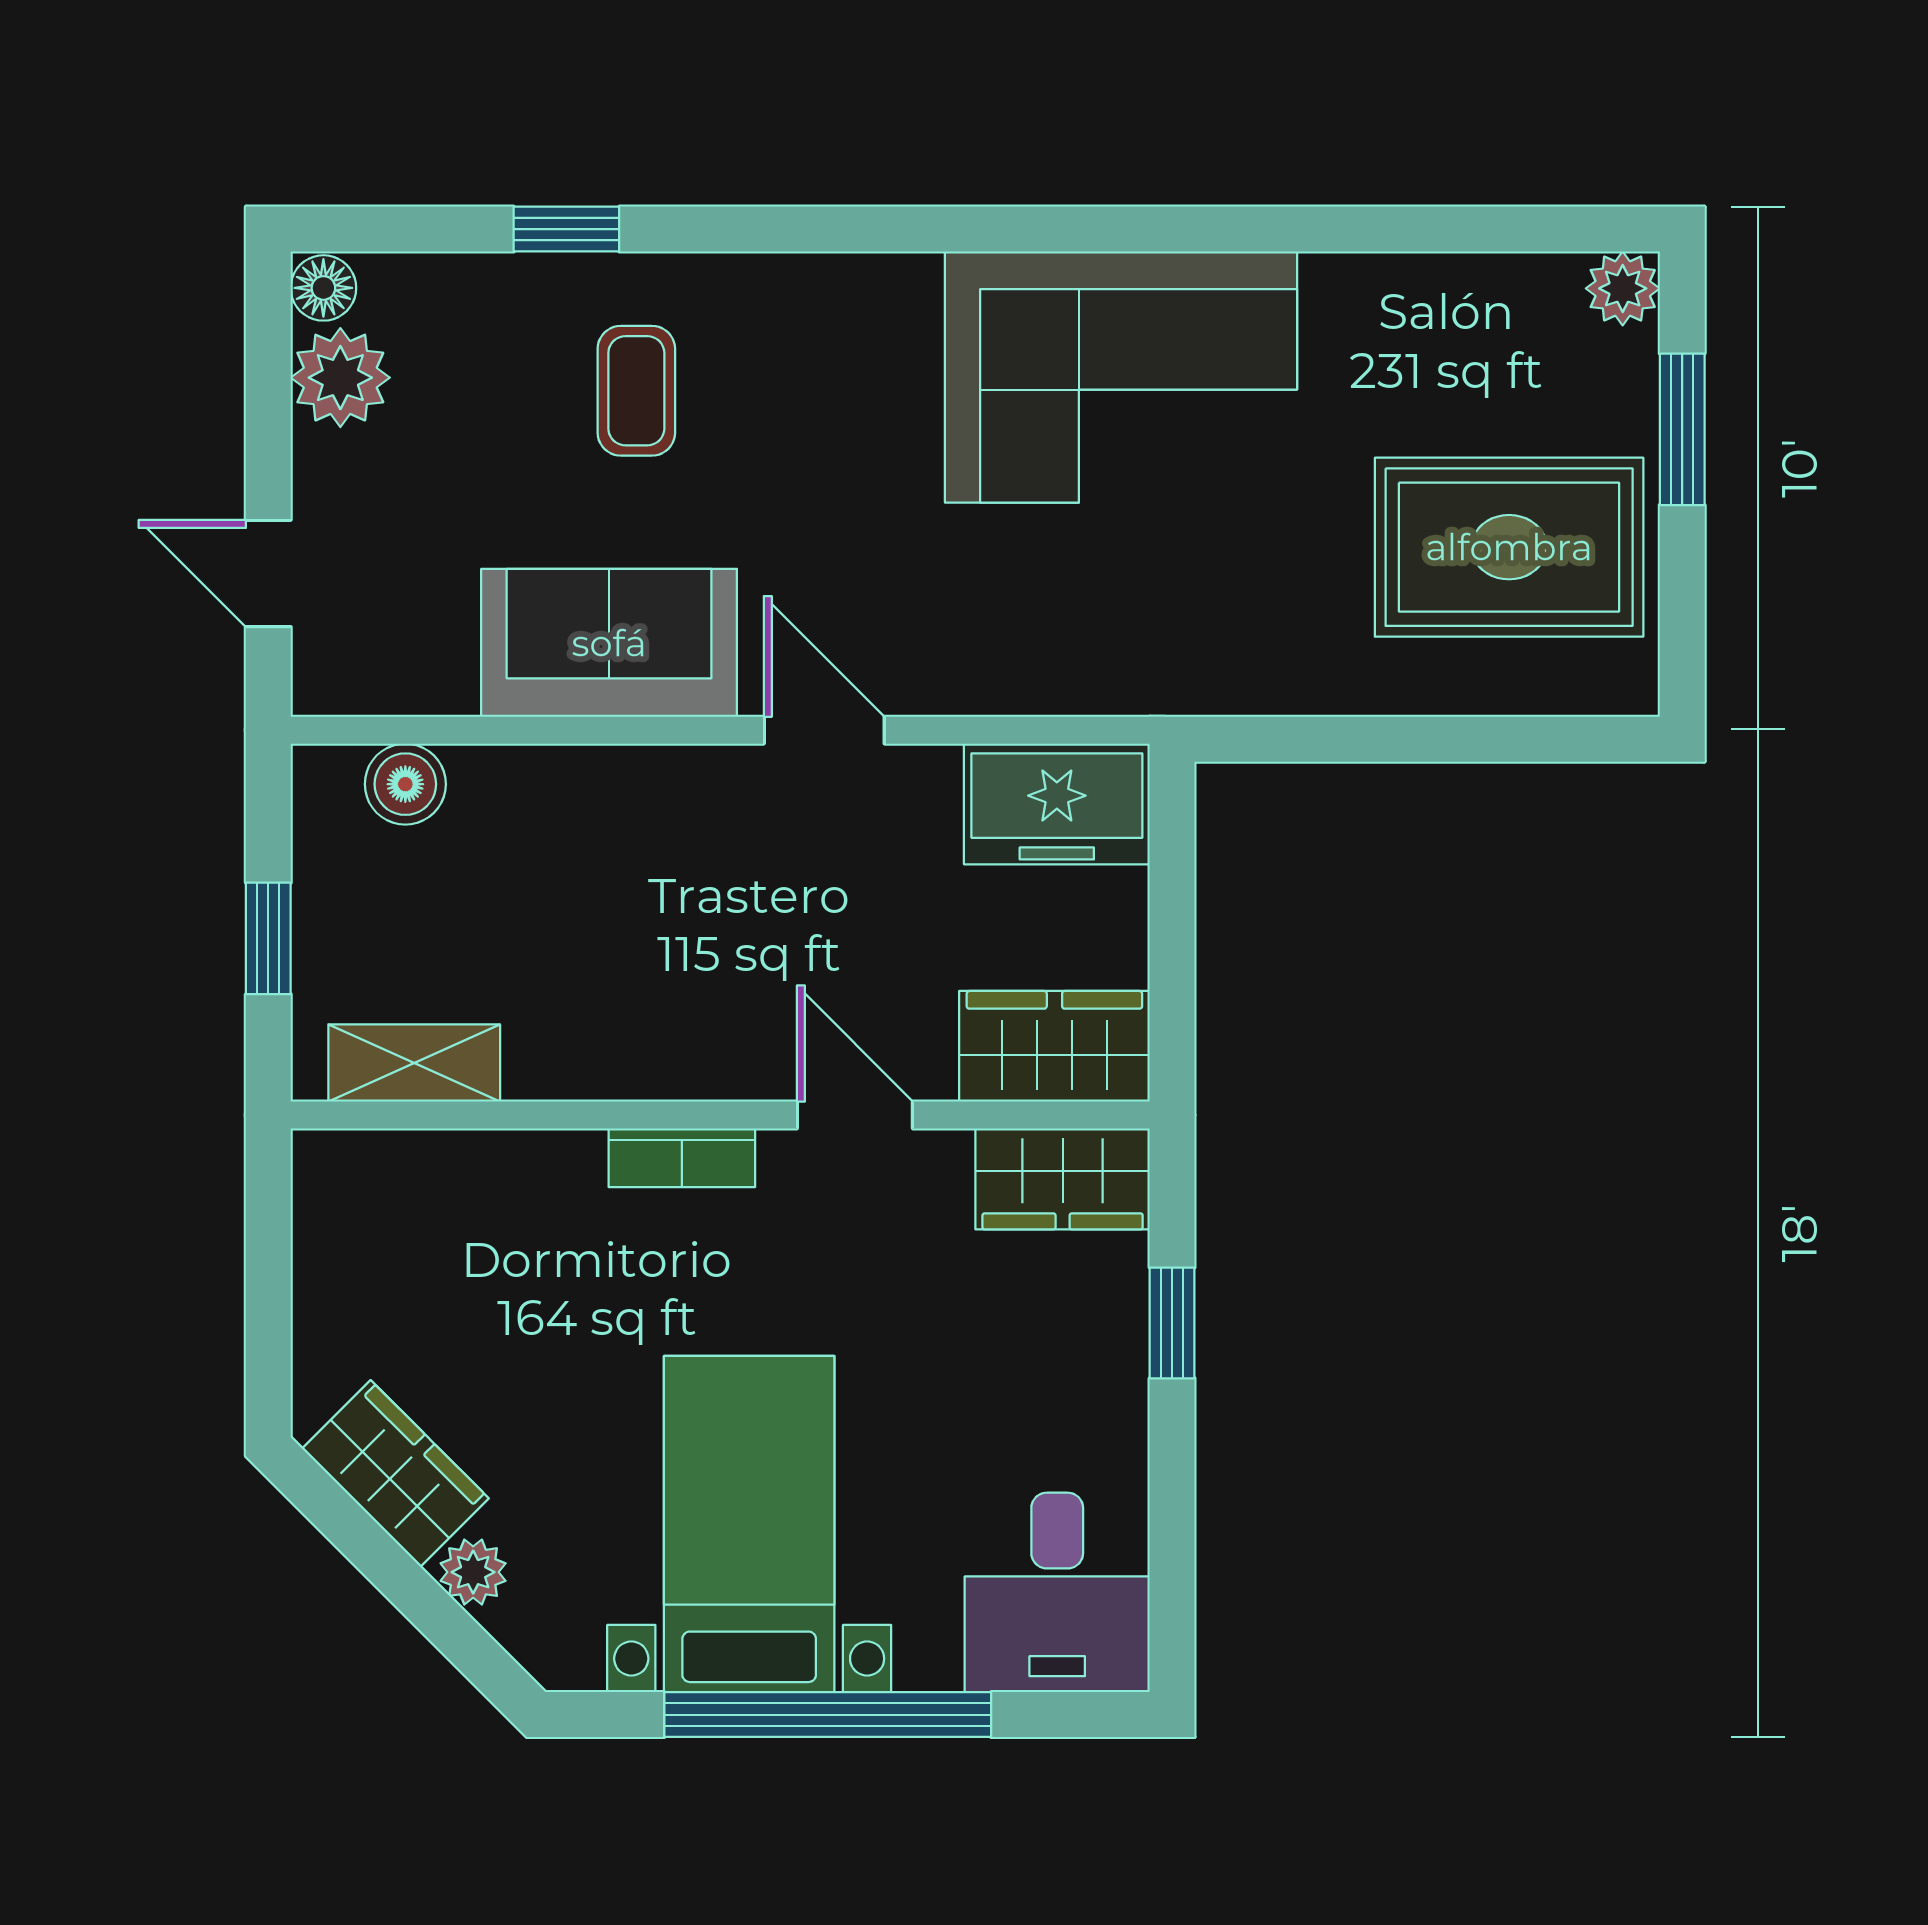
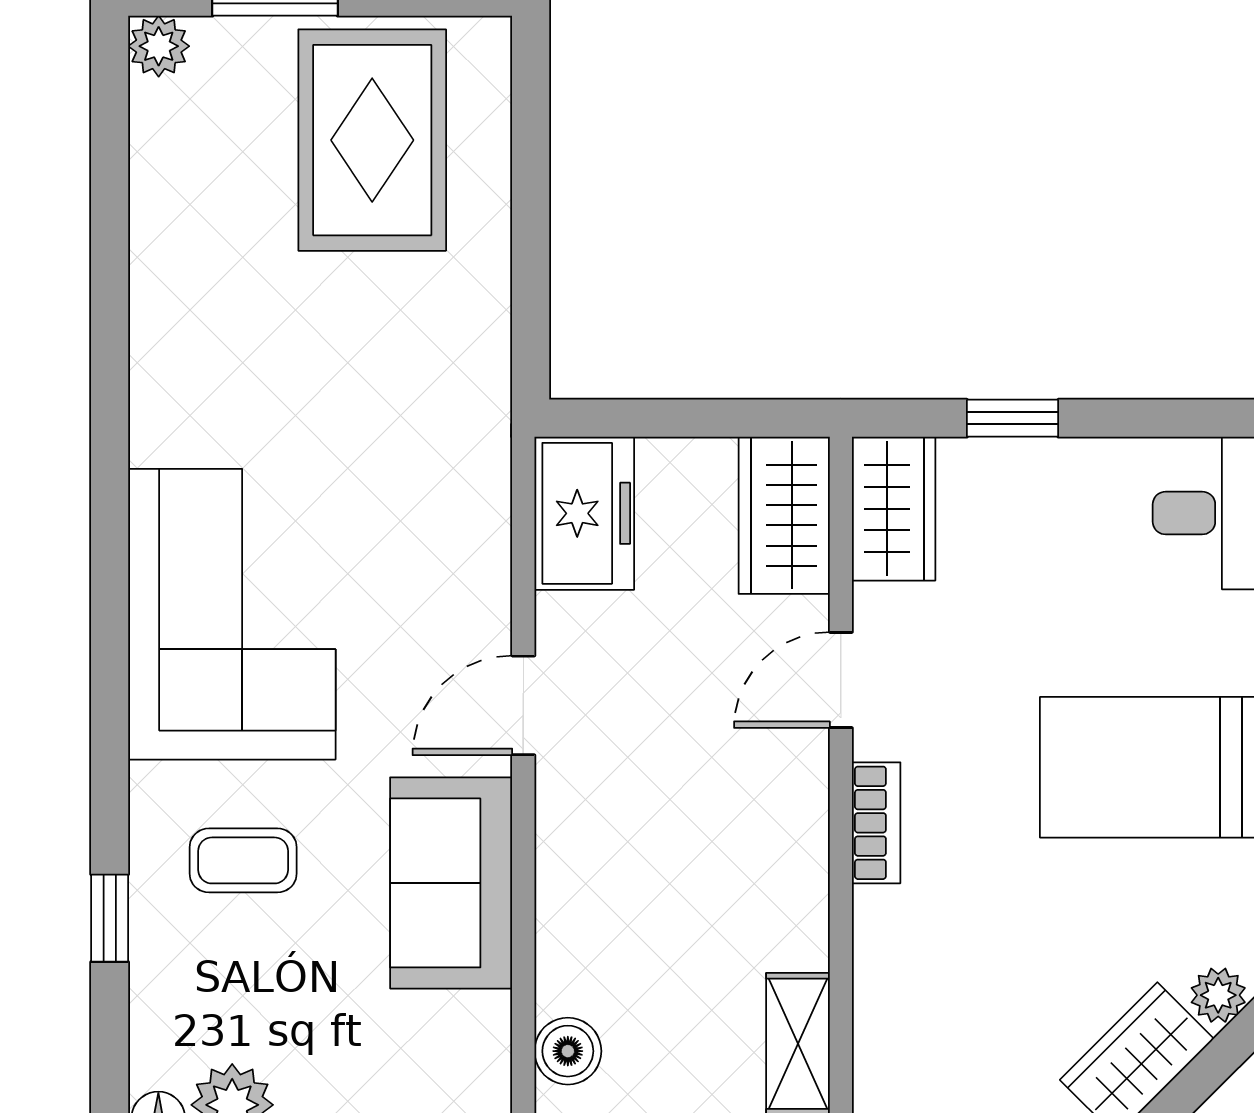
corner sofa: (1121, 377) -> (232, 614), moved

